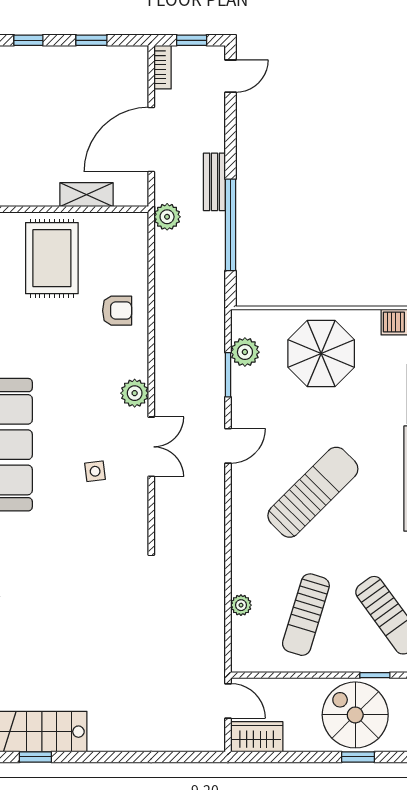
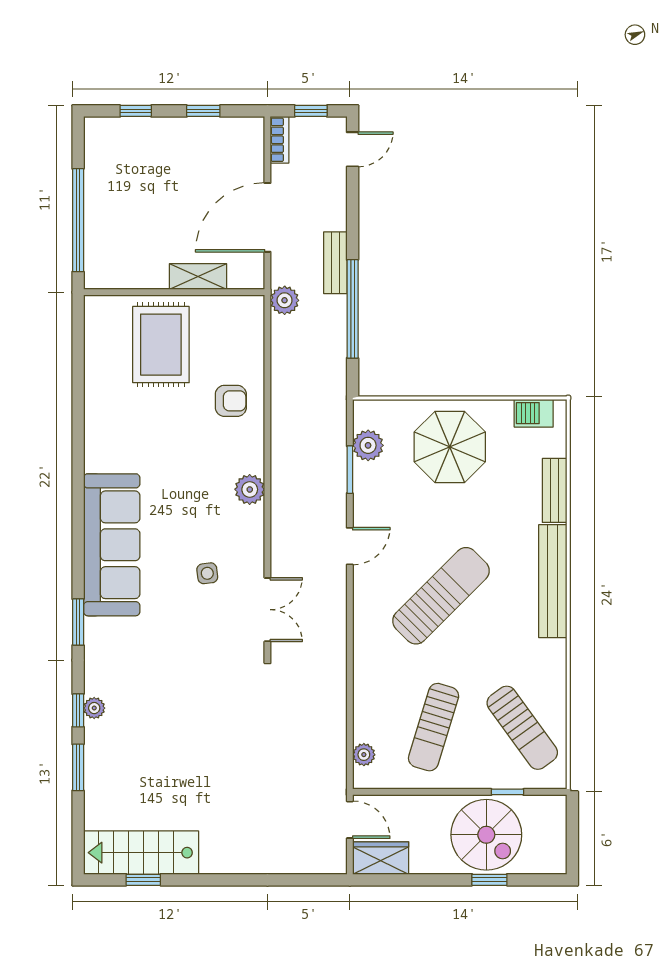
double door: (151, 447) -> (267, 610), moved
plant: (241, 605) -> (364, 755), moved
spiral stairs: (355, 715) -> (486, 835), turned 180

